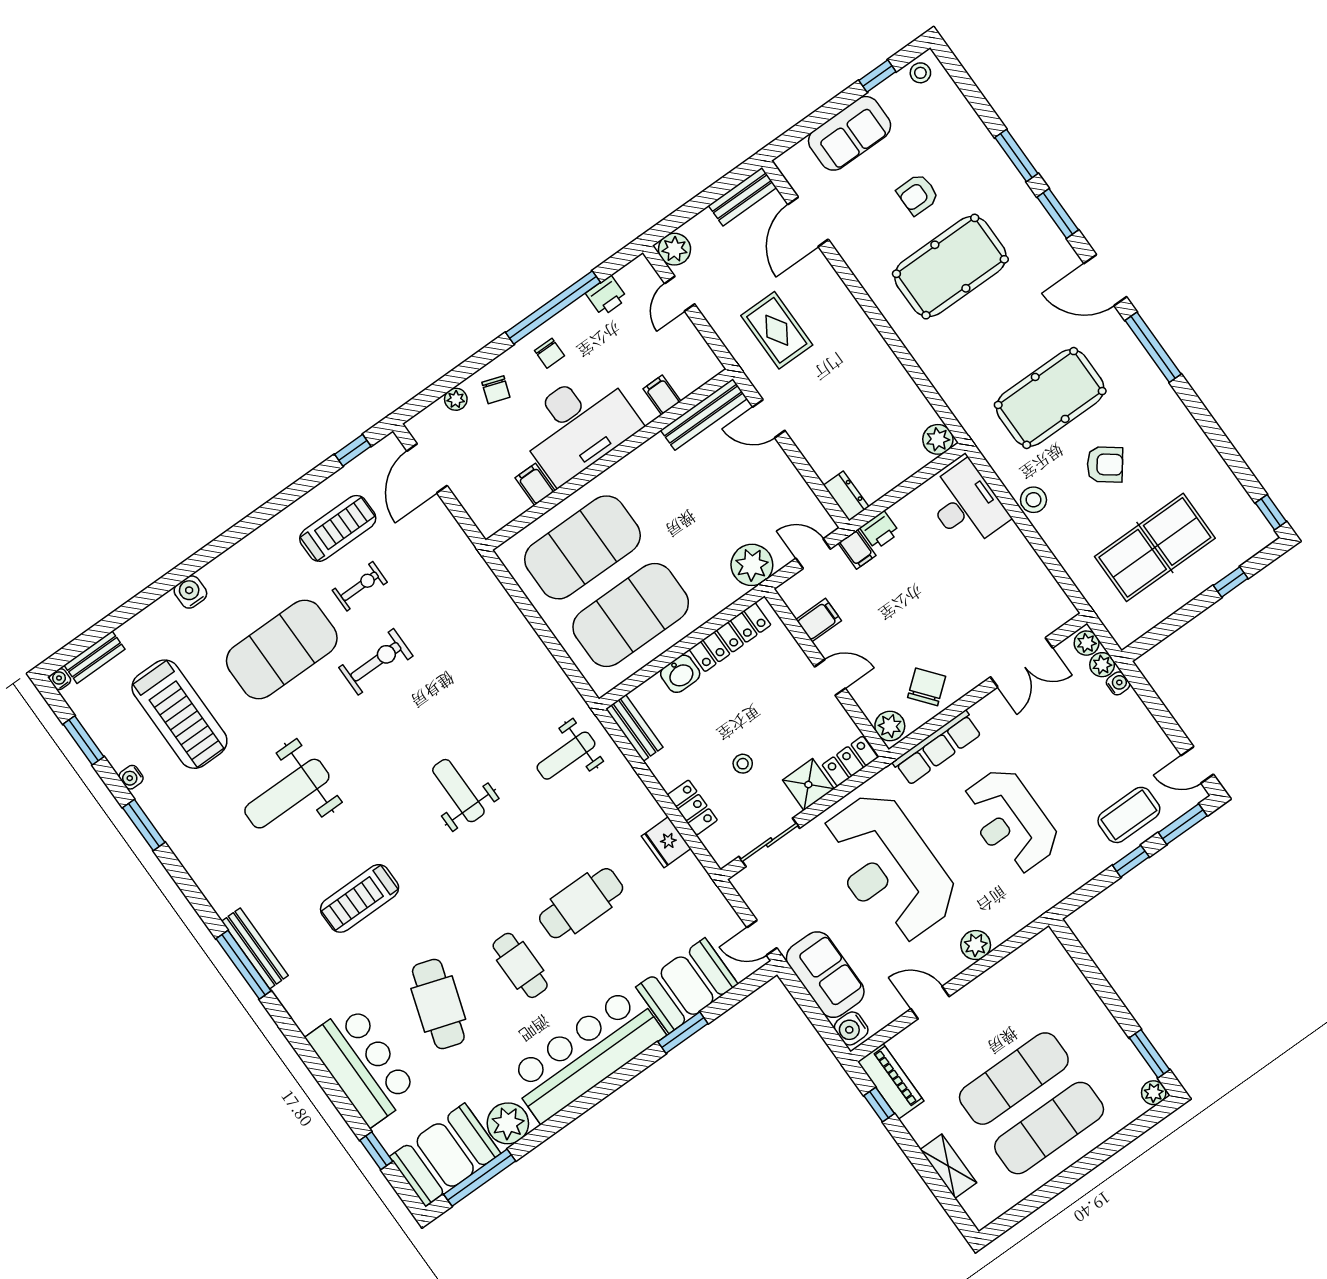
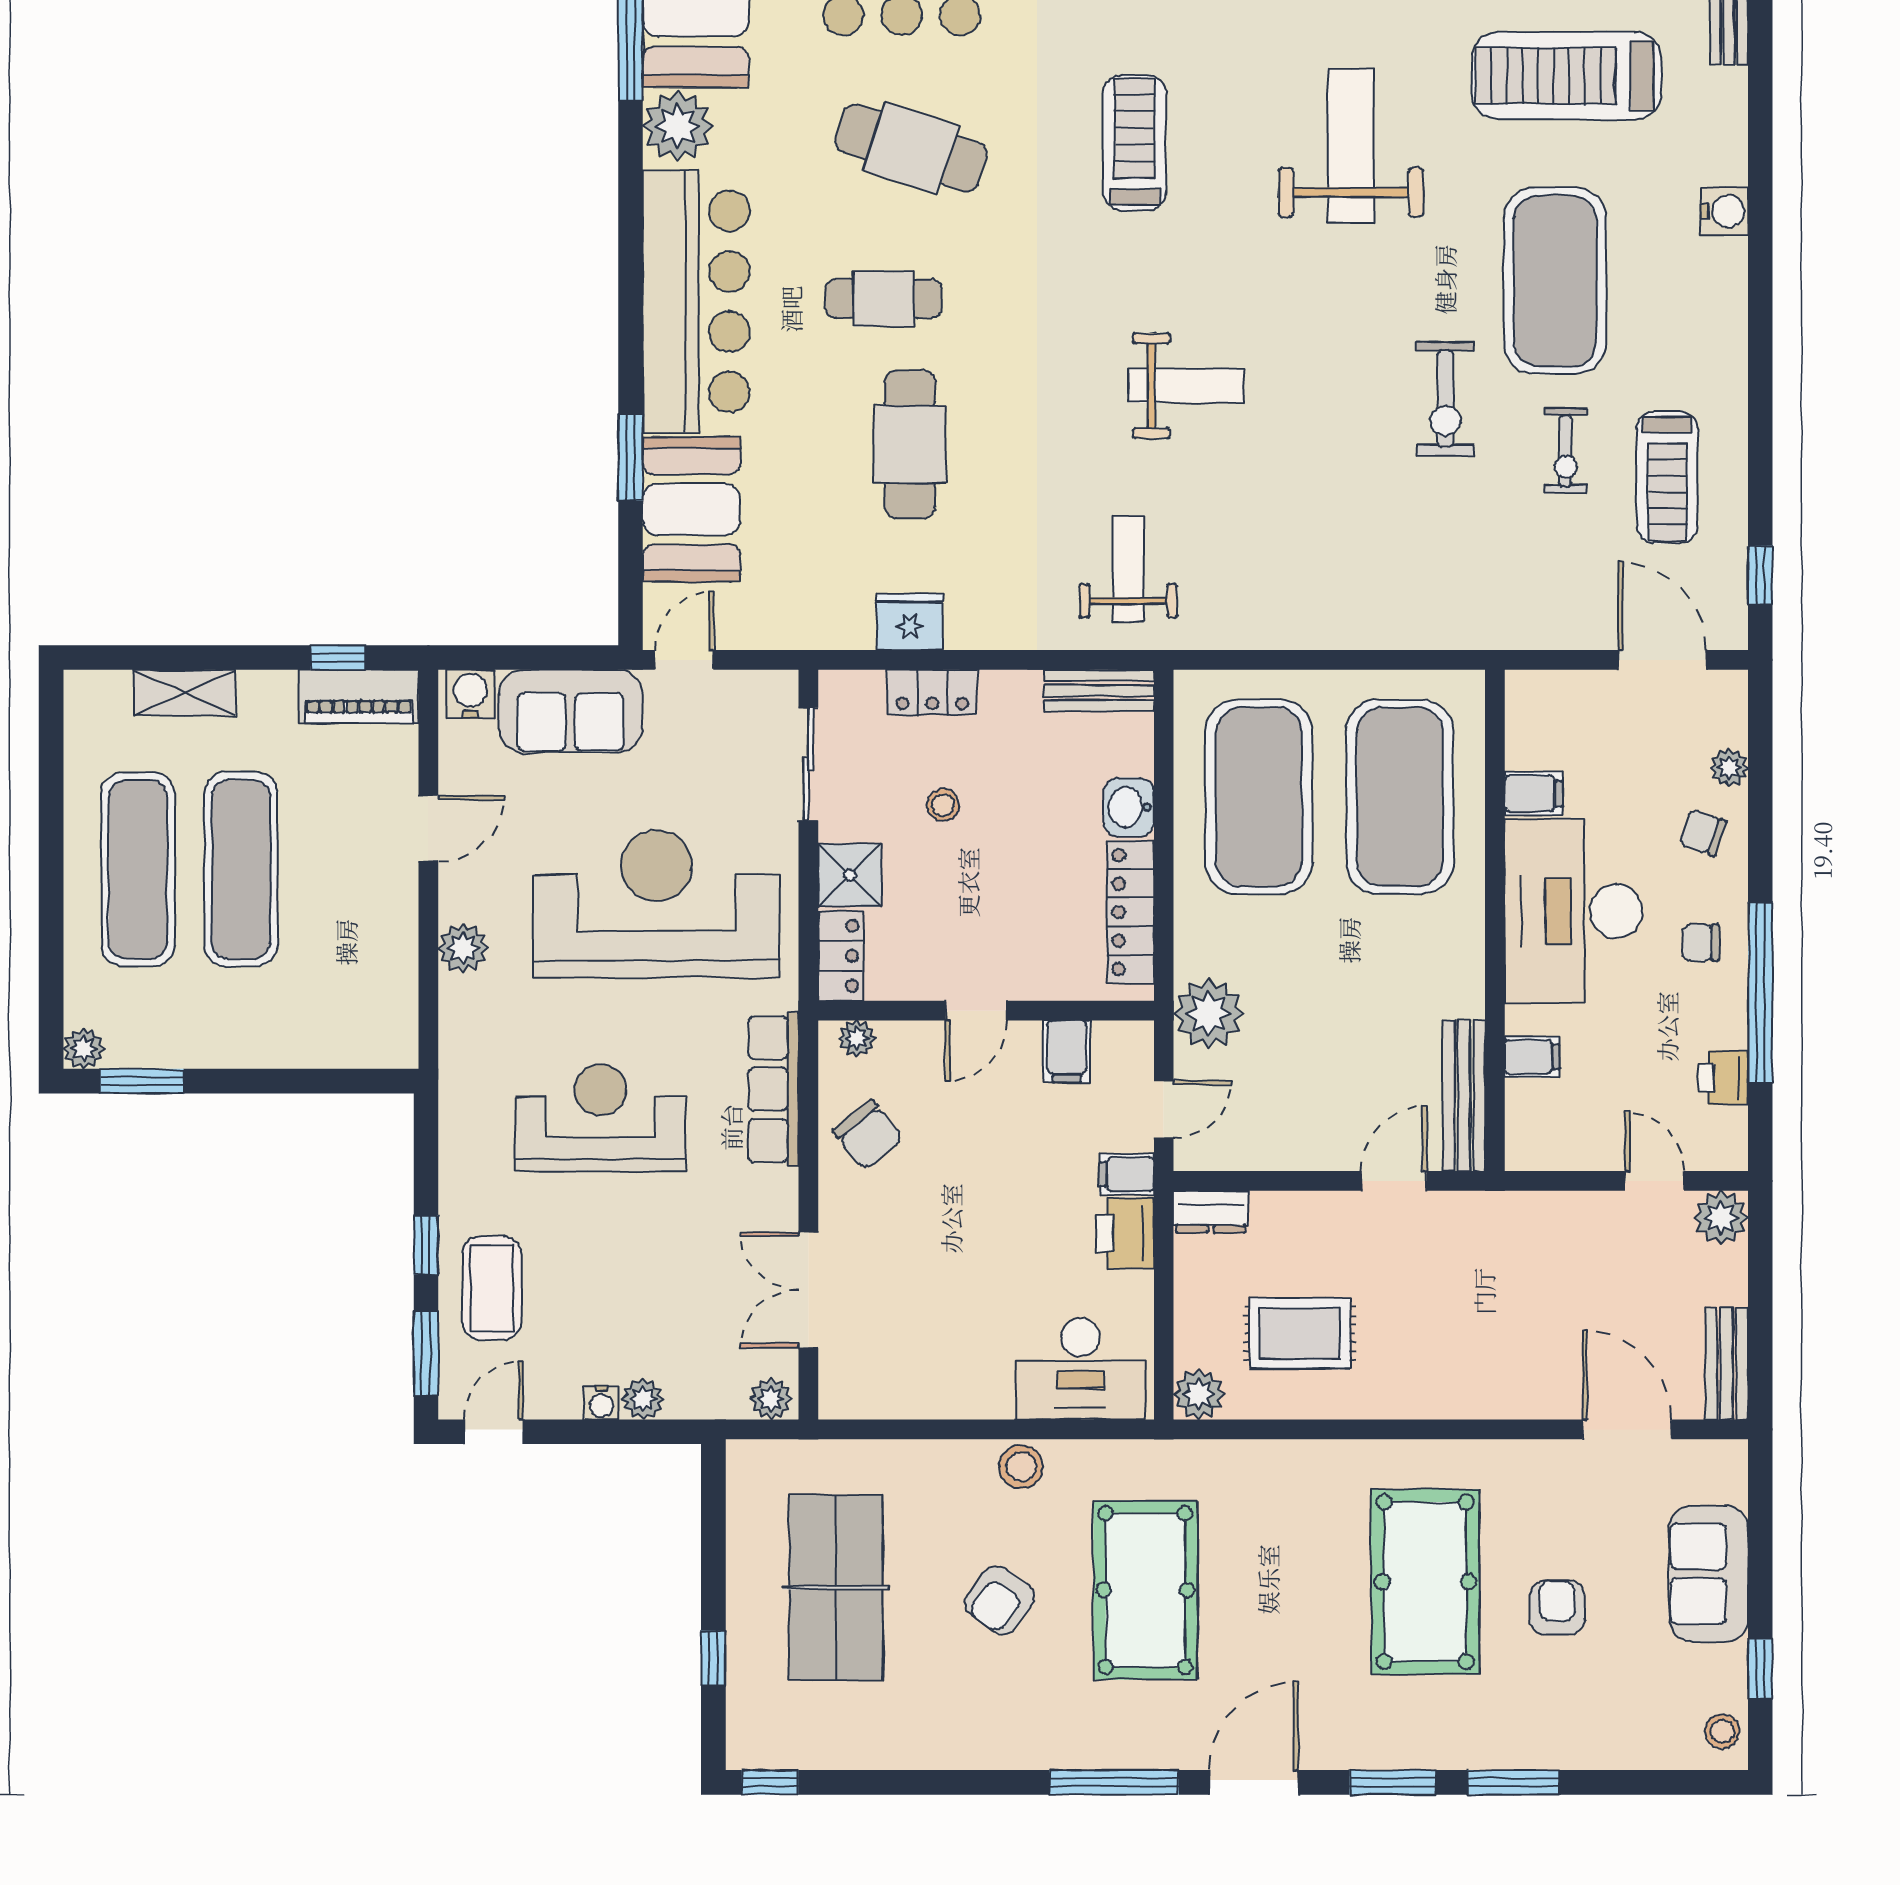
rug: (777, 330) -> (1300, 1334), moved
printer: (880, 530) -> (1125, 1234), width x1.36, depth x1.24
plant: (1102, 665) -> (643, 1399), moved
water cooler: (1118, 683) -> (601, 1403), moved
plant: (890, 726) -> (857, 1039), width x0.73, depth x0.73

